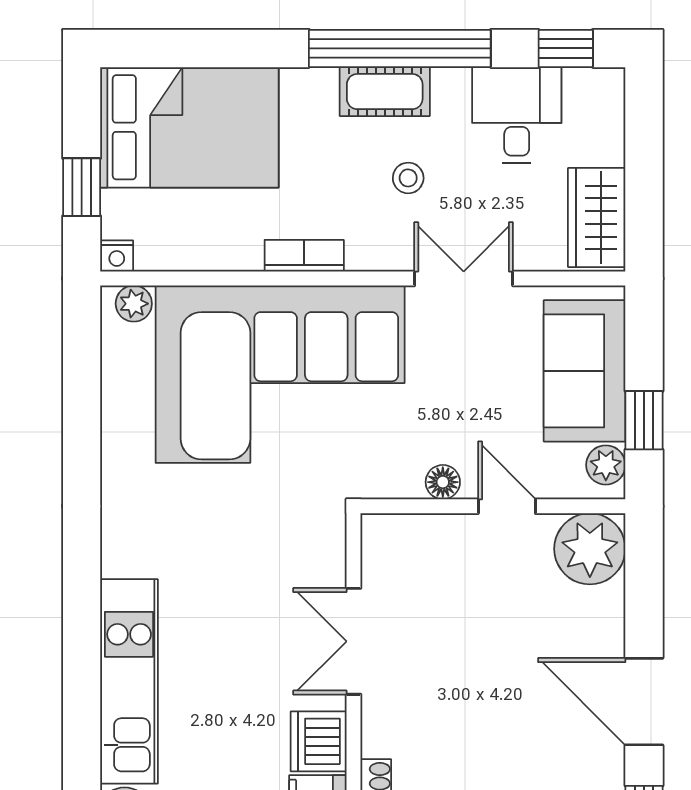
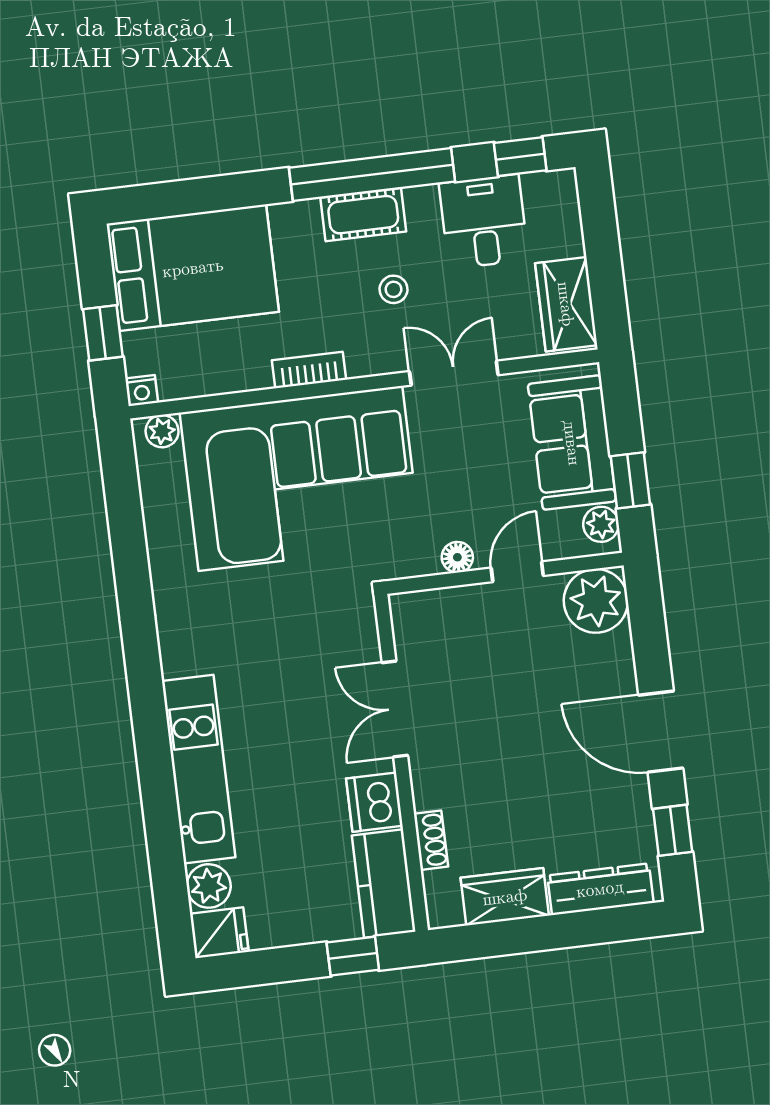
door: (507, 506) -> (517, 572), hinge flipped

